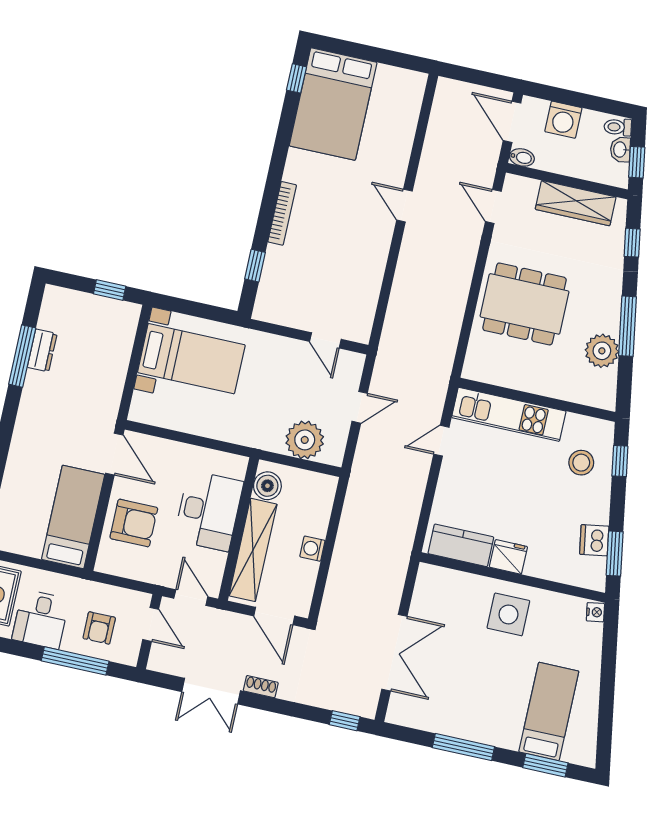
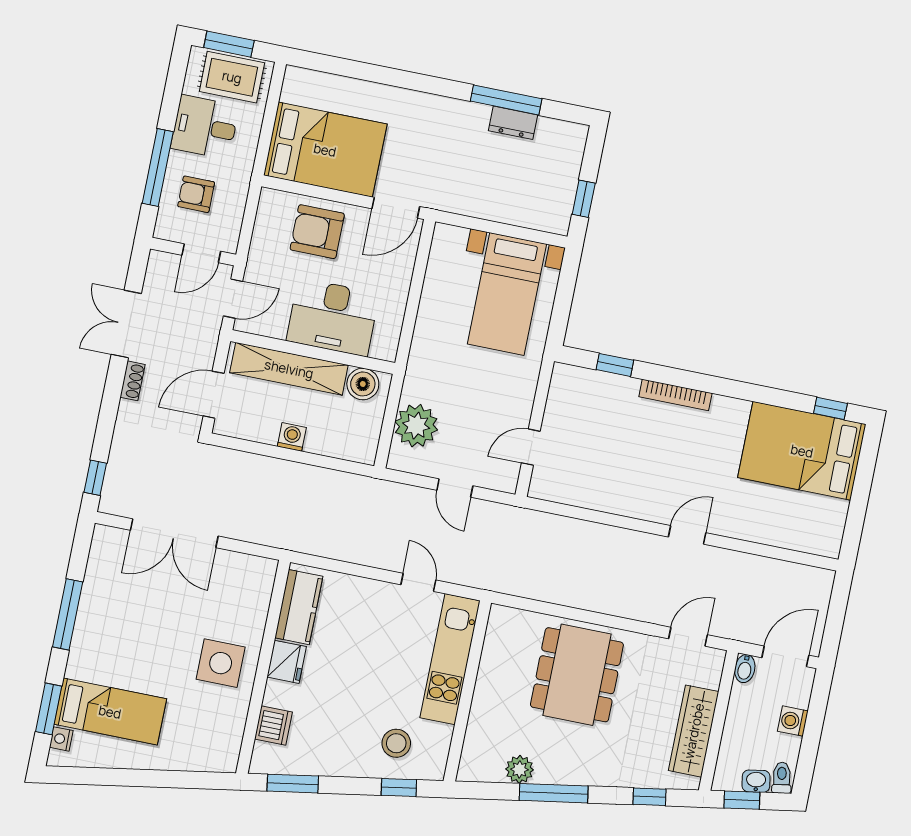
washing machine: (563, 120) -> (793, 721), width x0.73, depth x0.73
plant: (602, 351) -> (520, 769), width x0.73, depth x0.73
bed: (73, 517) -> (325, 150), width x1.50
armchair: (134, 523) -> (317, 232), turned 90
dishwasher: (594, 540) -> (273, 726), moved, turned 99
nightstand: (595, 612) -> (61, 739), moved, turned 99

